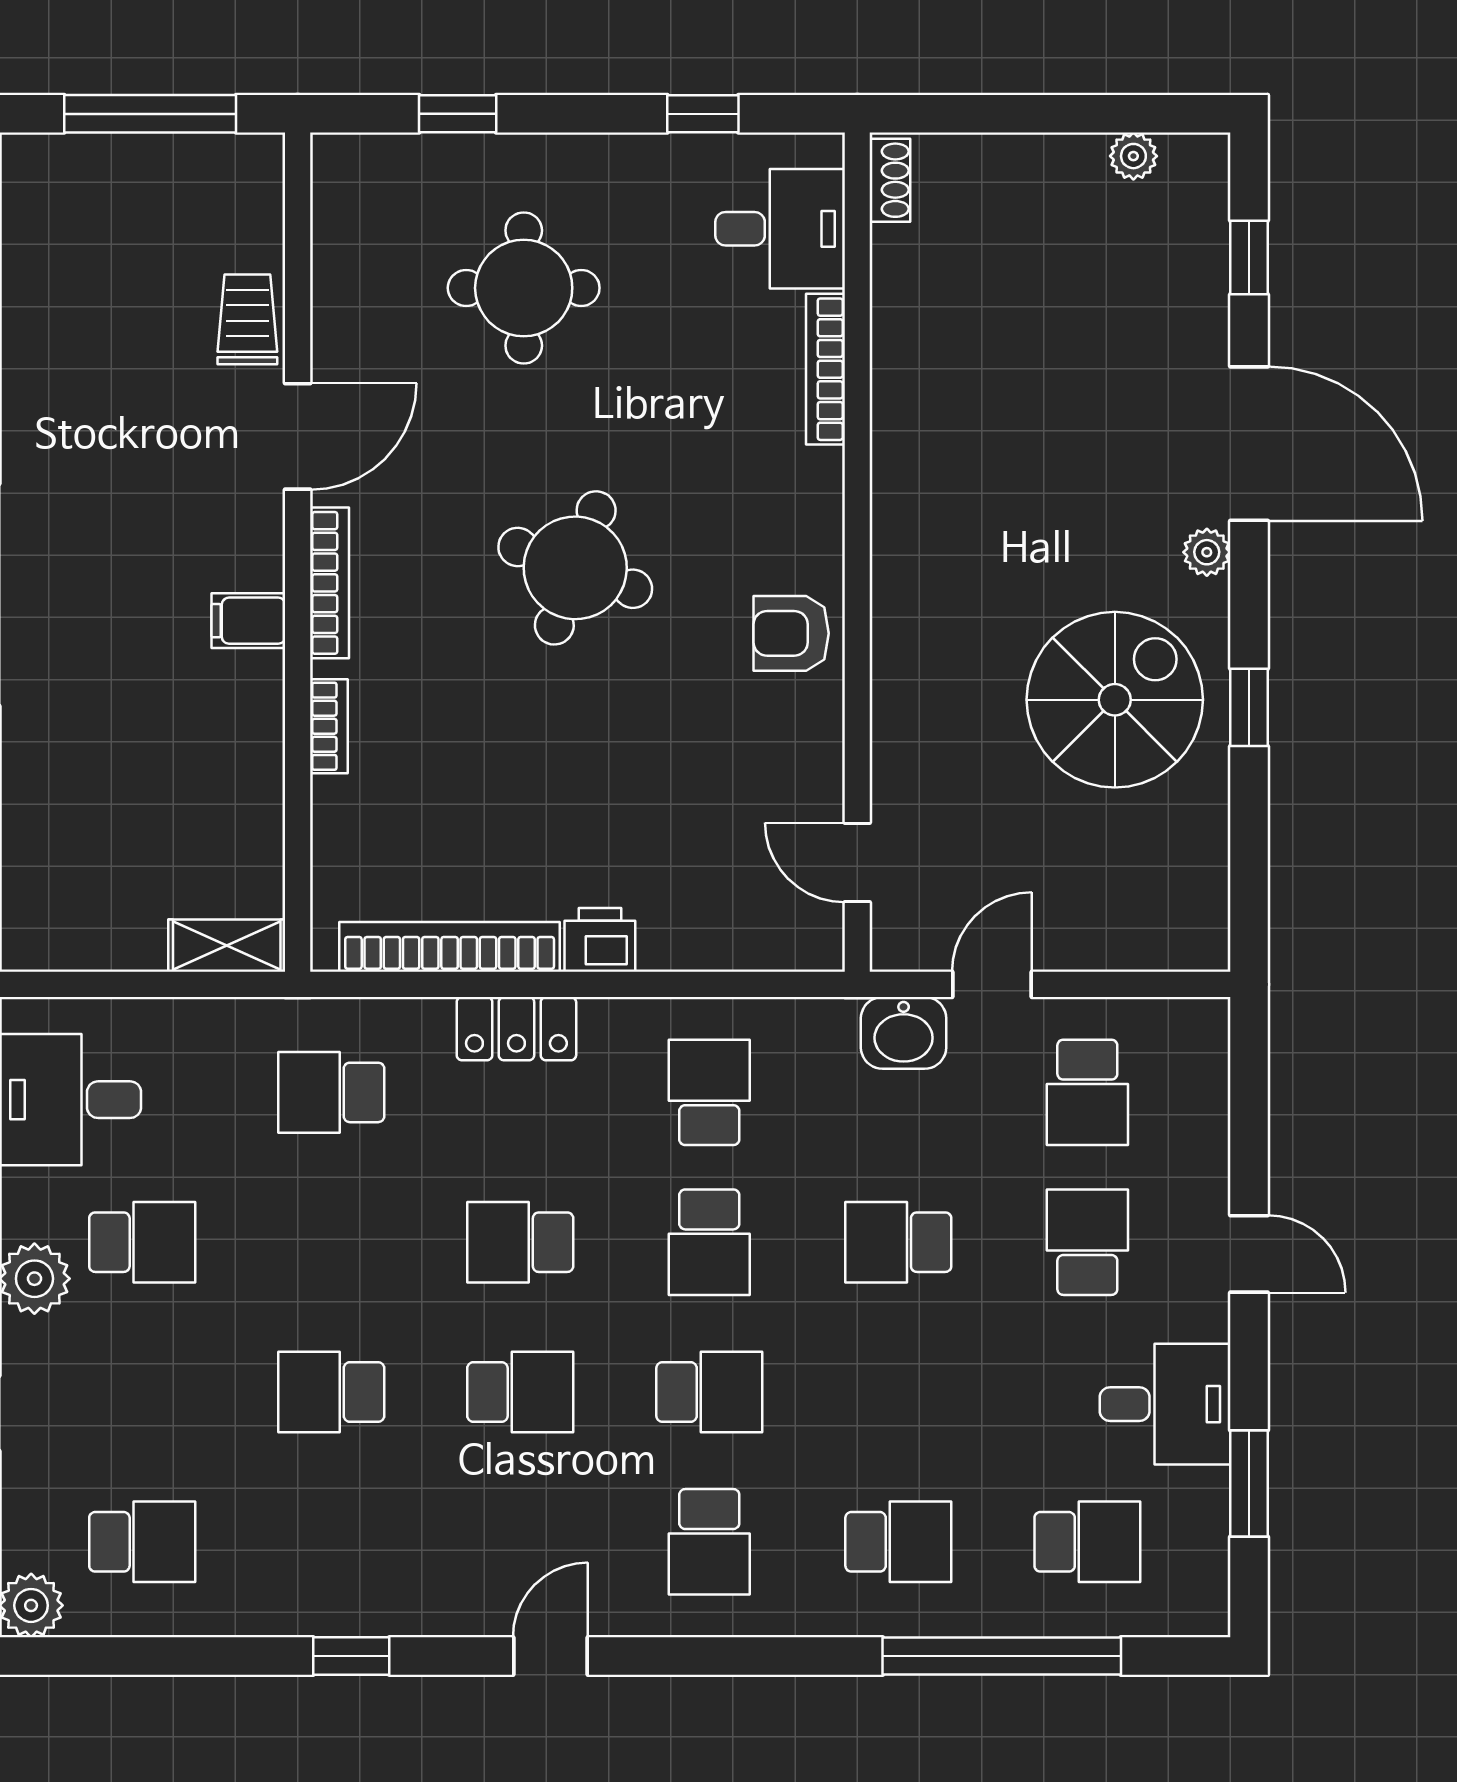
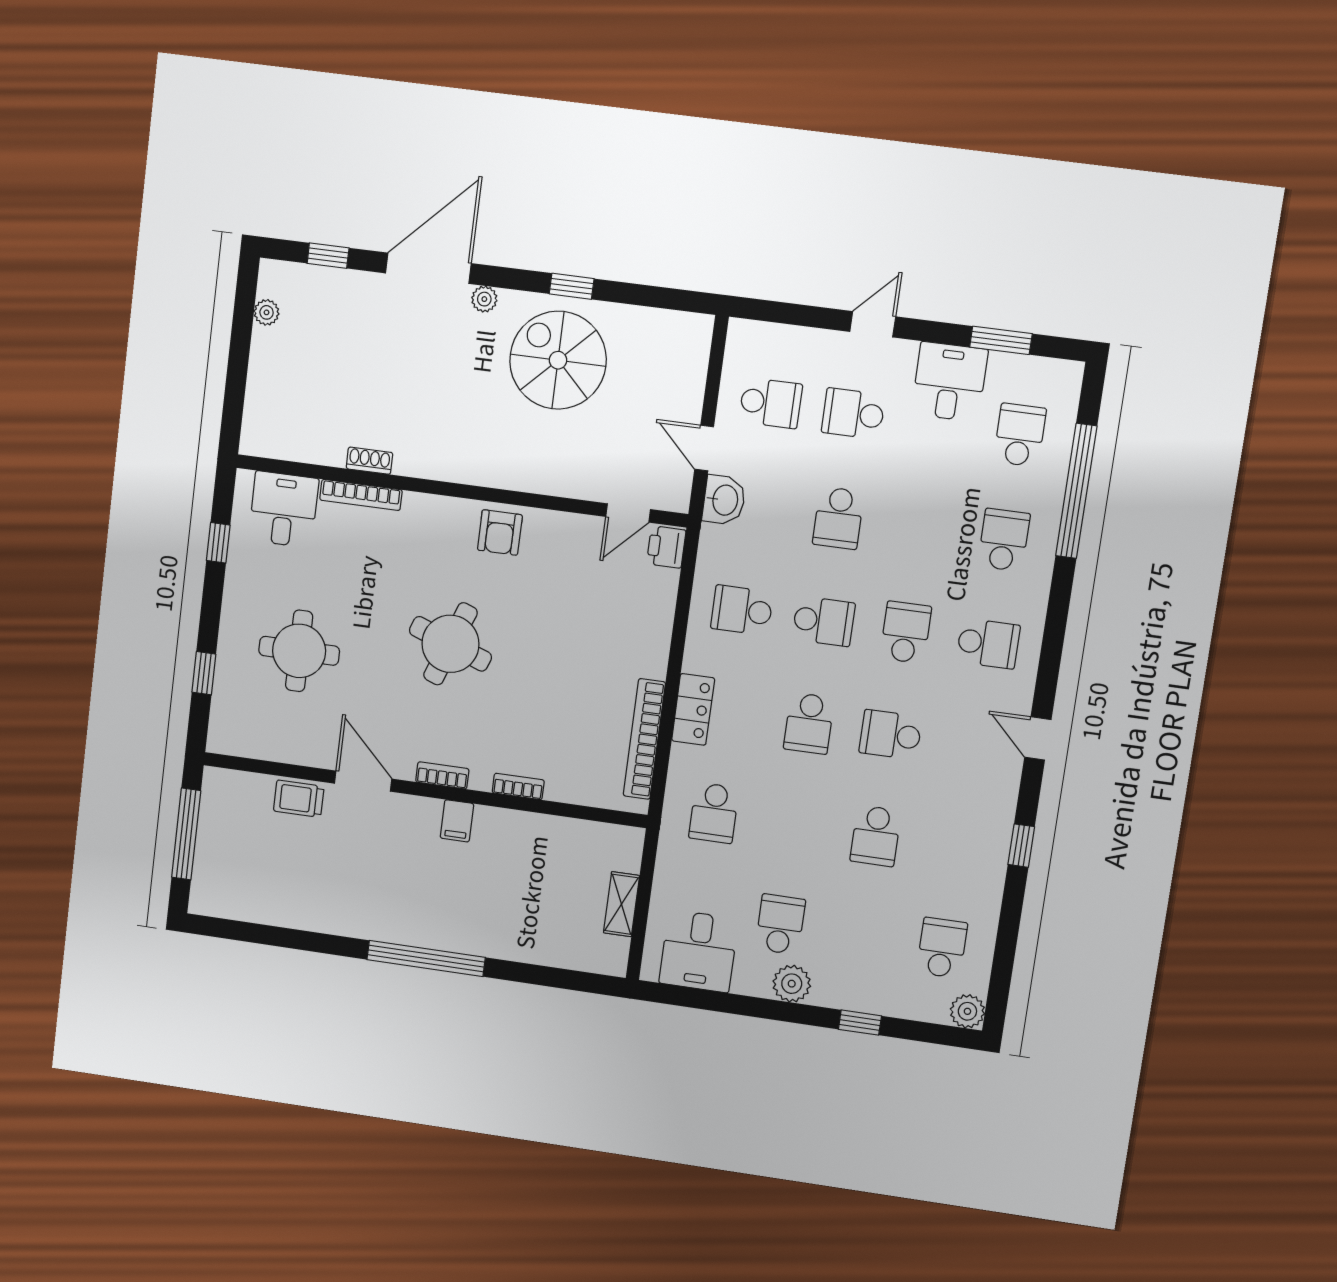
shoe rack: (890, 180) -> (369, 461), moved
bookcase: (329, 583) -> (442, 775), width x0.64
printer: (600, 940) -> (666, 547), moved
shelving: (227, 946) -> (621, 904), moved
school desk: (520, 1392) -> (891, 735), turned -90

